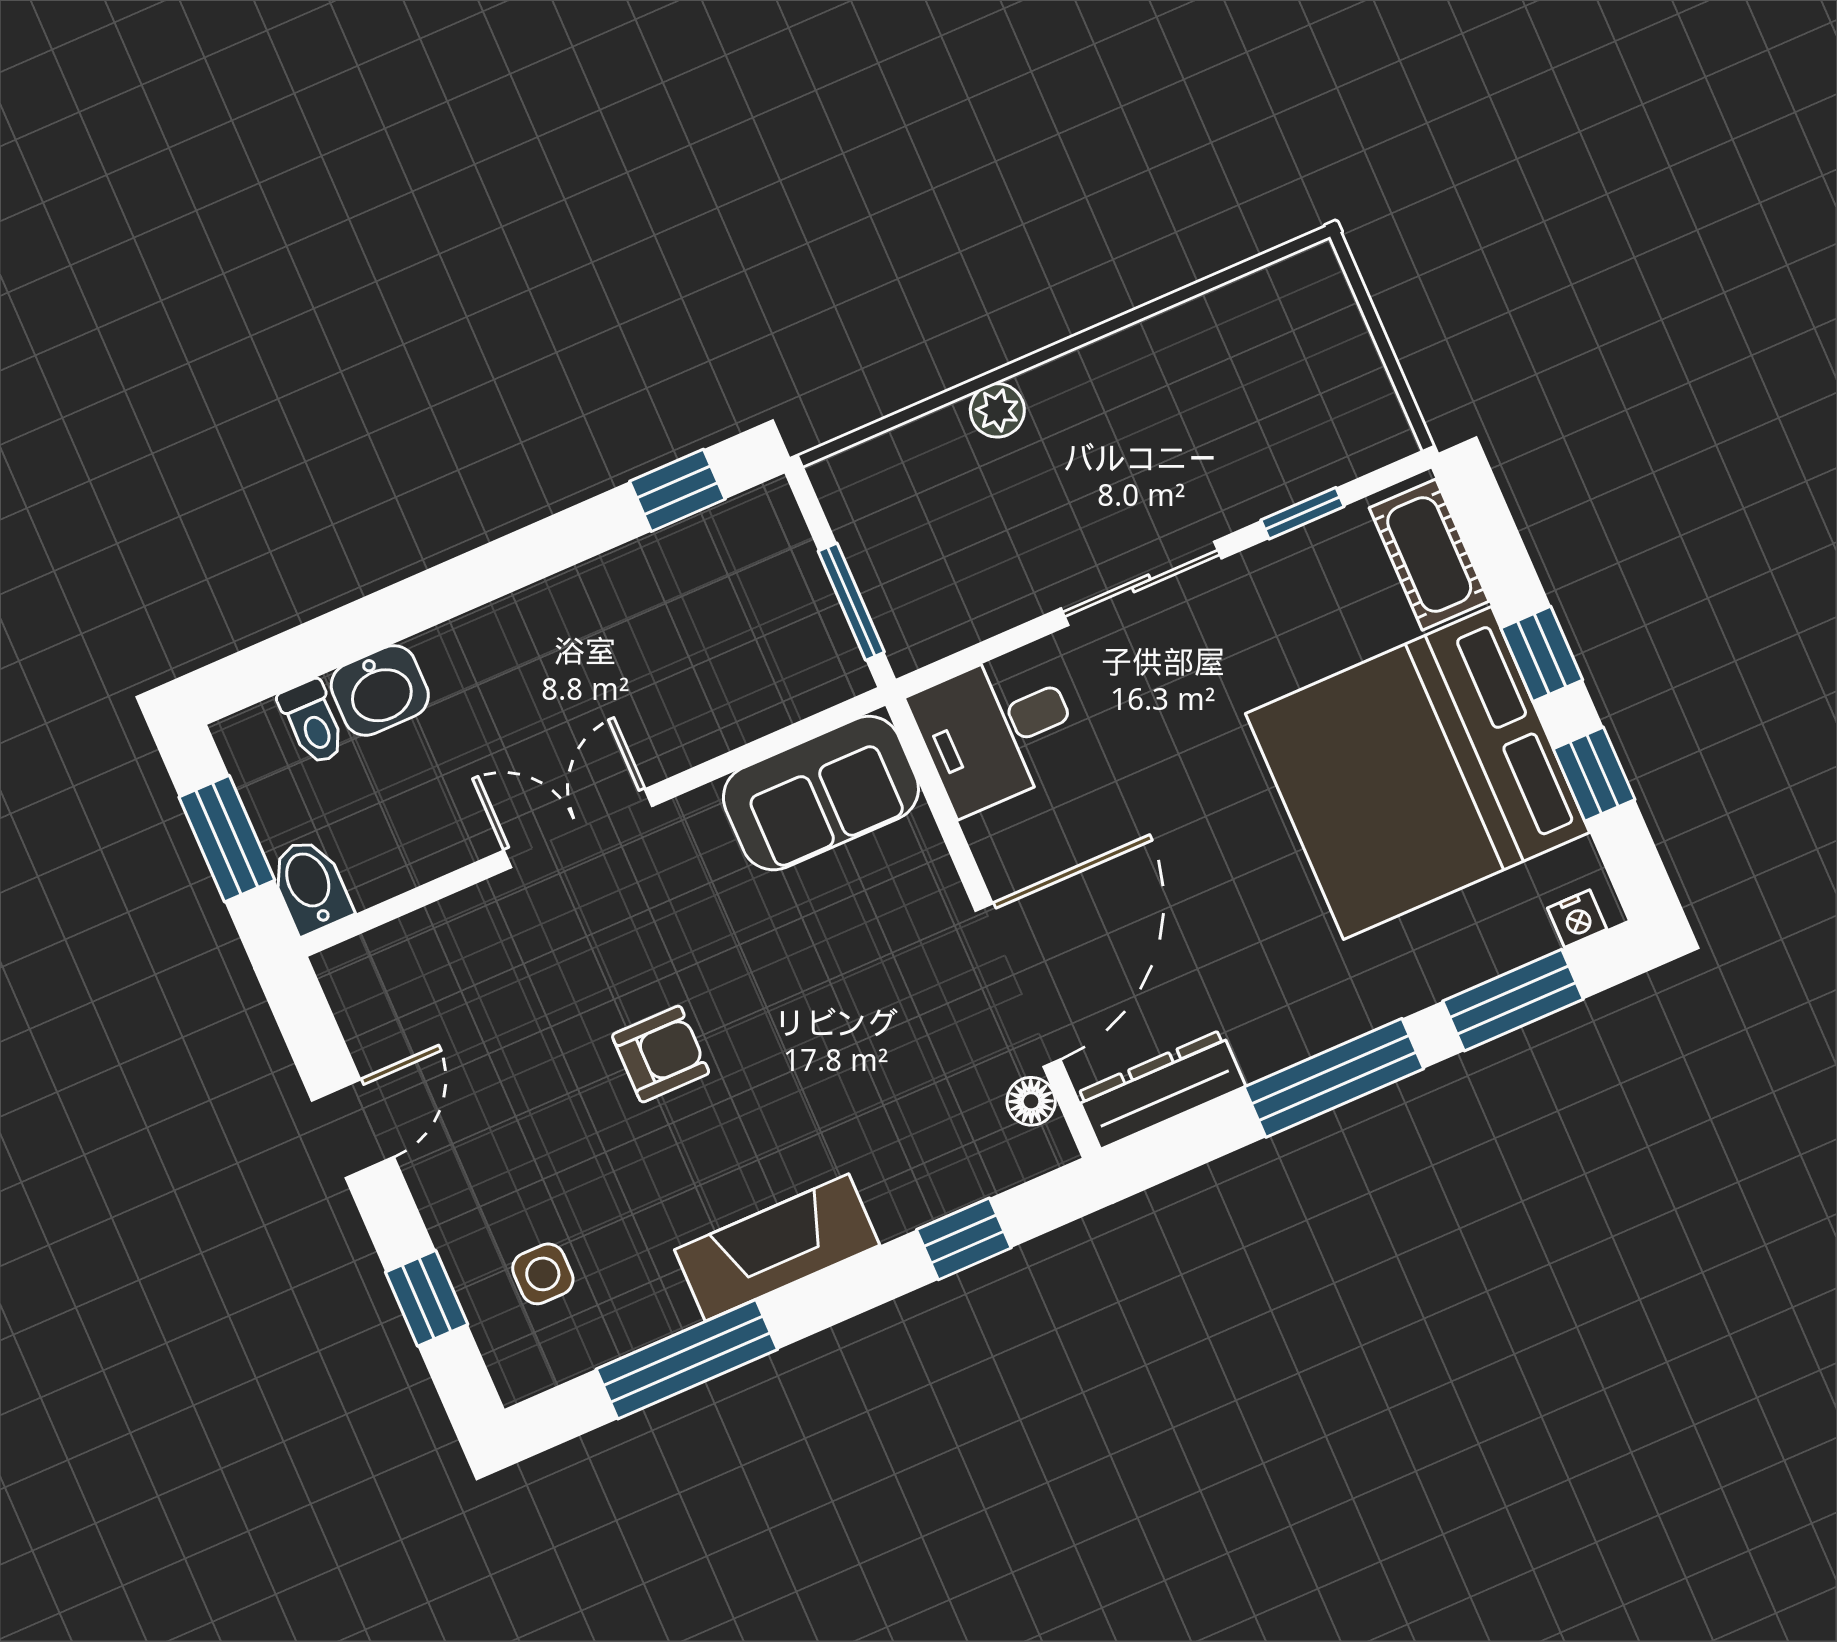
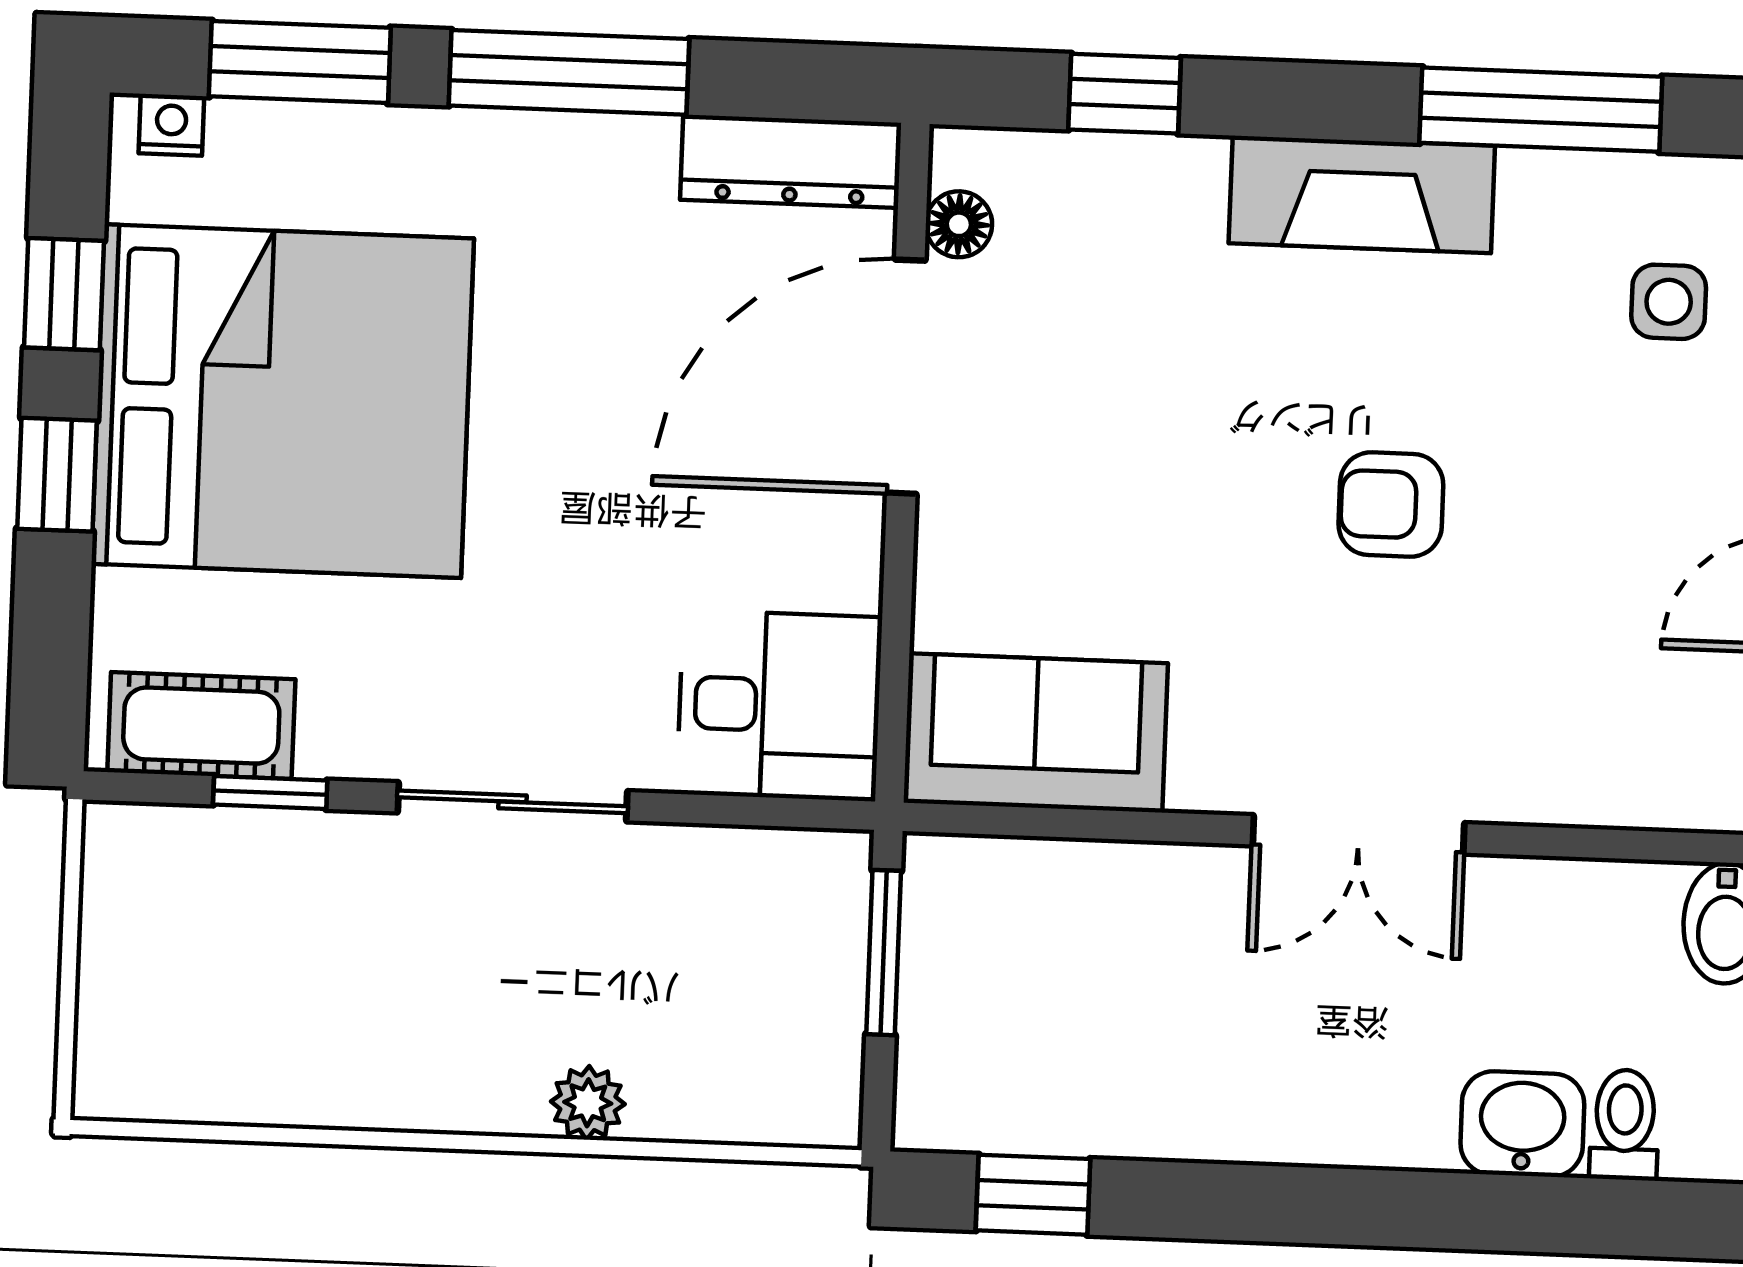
cot: (1429, 555) -> (201, 726), moved, turned 90

